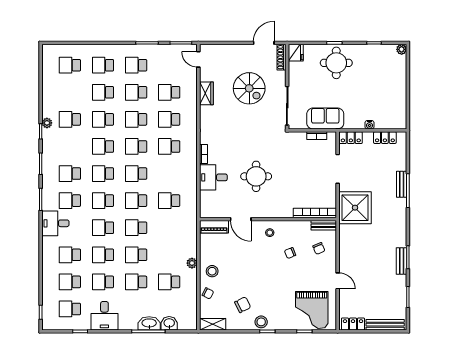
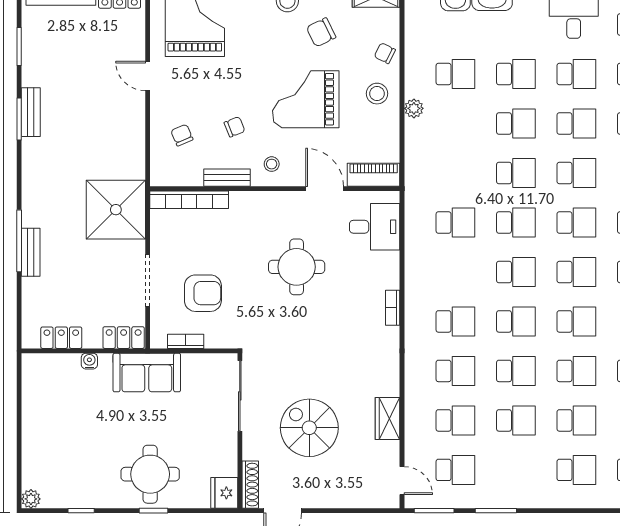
school desk: (136, 65) -> (455, 470), moved
sofa: (325, 119) -> (147, 373), moved
armchair: (307, 162) -> (203, 293), added
desk: (213, 177) -> (375, 227), moved
bench: (324, 225) -> (227, 178), moved
grand piano: (251, 268) -> (306, 99), added

